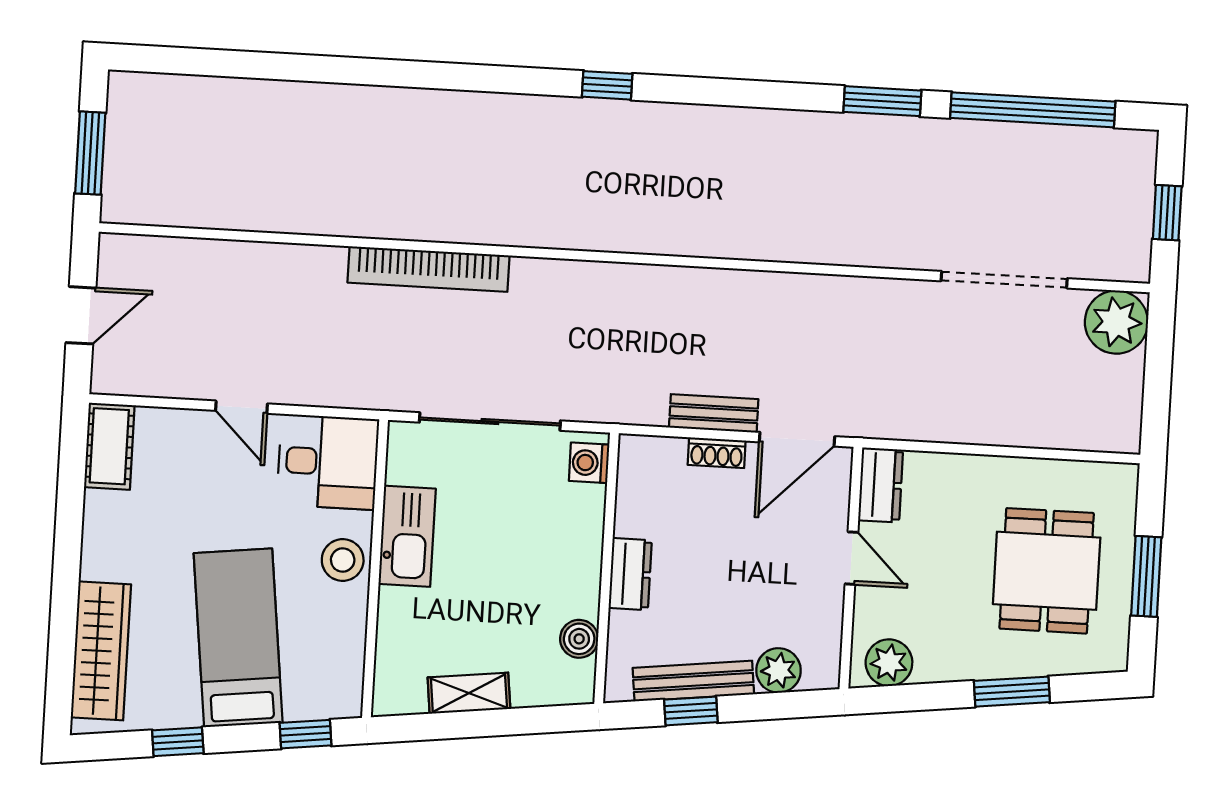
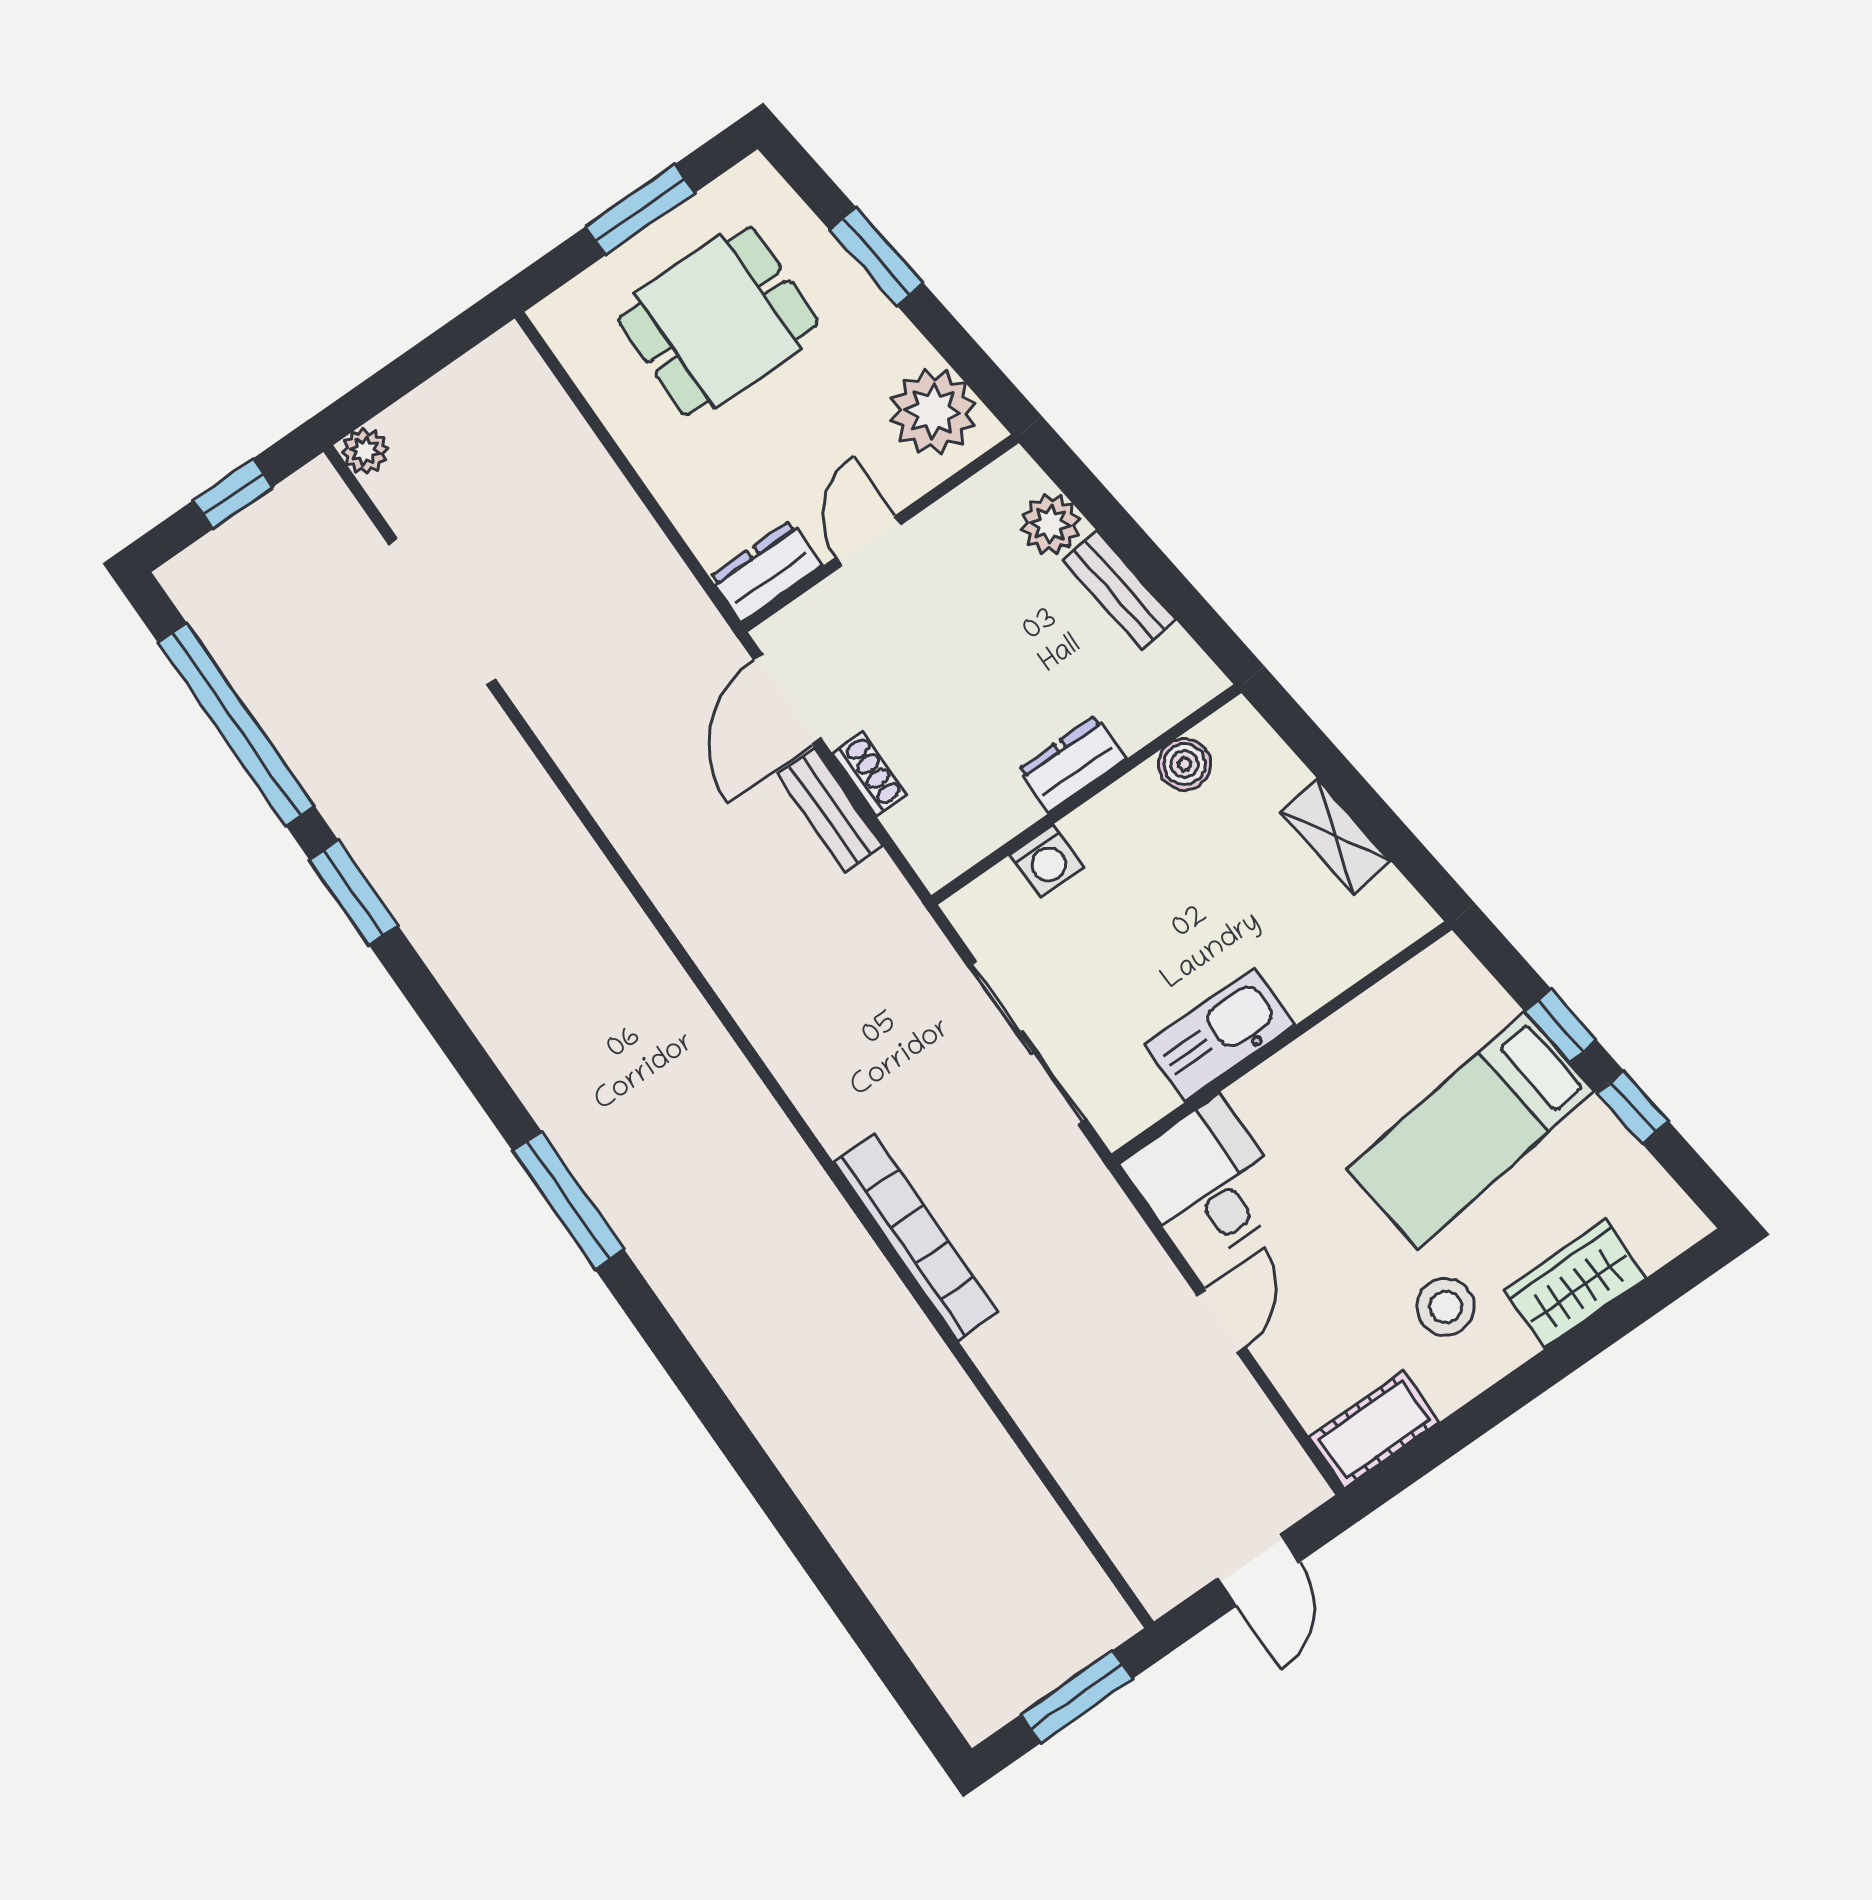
window: (607, 85) -> (568, 1201), width x2.17
door: (81, 315) -> (1258, 1570), swing flipped
plant: (1116, 322) -> (365, 451), width x0.53, depth x0.53
door: (797, 439) -> (787, 699), swing flipped
washing machine: (589, 463) -> (1046, 861), moved
stool: (343, 560) -> (1446, 1307), moved
wardrobe: (101, 651) -> (1575, 1284), width x0.67
plant: (889, 663) -> (933, 411), width x1.36, depth x1.36
bench: (693, 681) -> (1119, 590), width x0.73
window: (691, 711) -> (1168, 584), removed
window: (306, 734) -> (1561, 1026), moved

